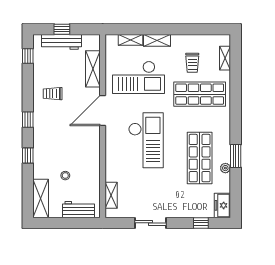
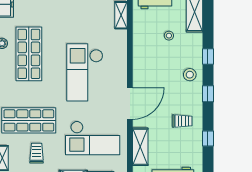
window: (28, 56) -> (208, 139), moved
checkout: (138, 77) -> (93, 138), turned 180
stool: (45, 138) -> (190, 75), added

